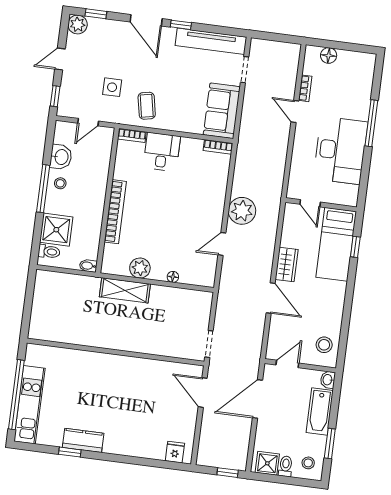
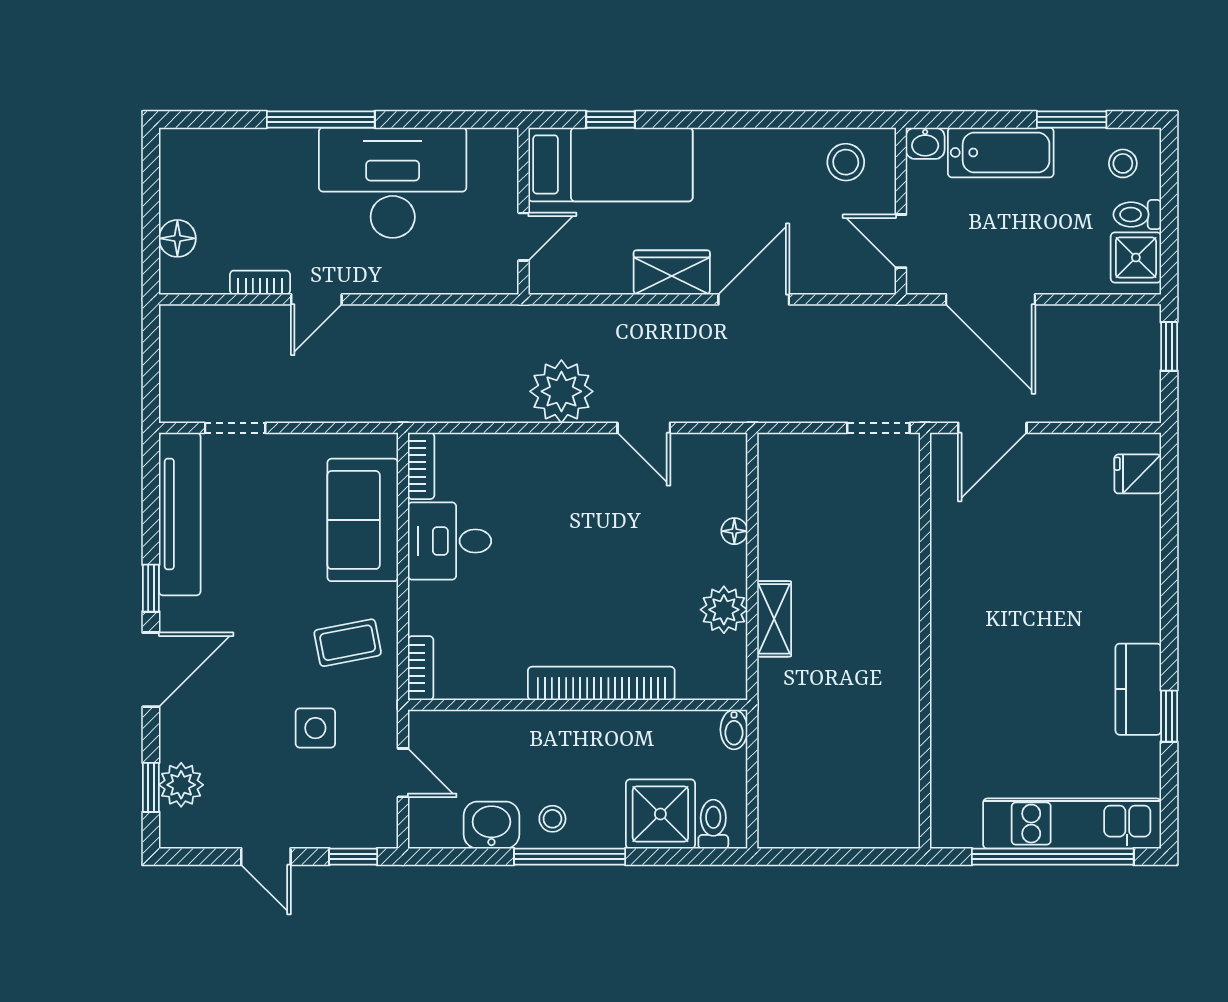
plant: (78, 24) -> (181, 785), moved
sofa: (222, 111) -> (363, 520), moved, turned 90
desk: (162, 152) -> (450, 541), moved
shelving: (125, 290) -> (774, 619), width x0.67, depth x0.75

